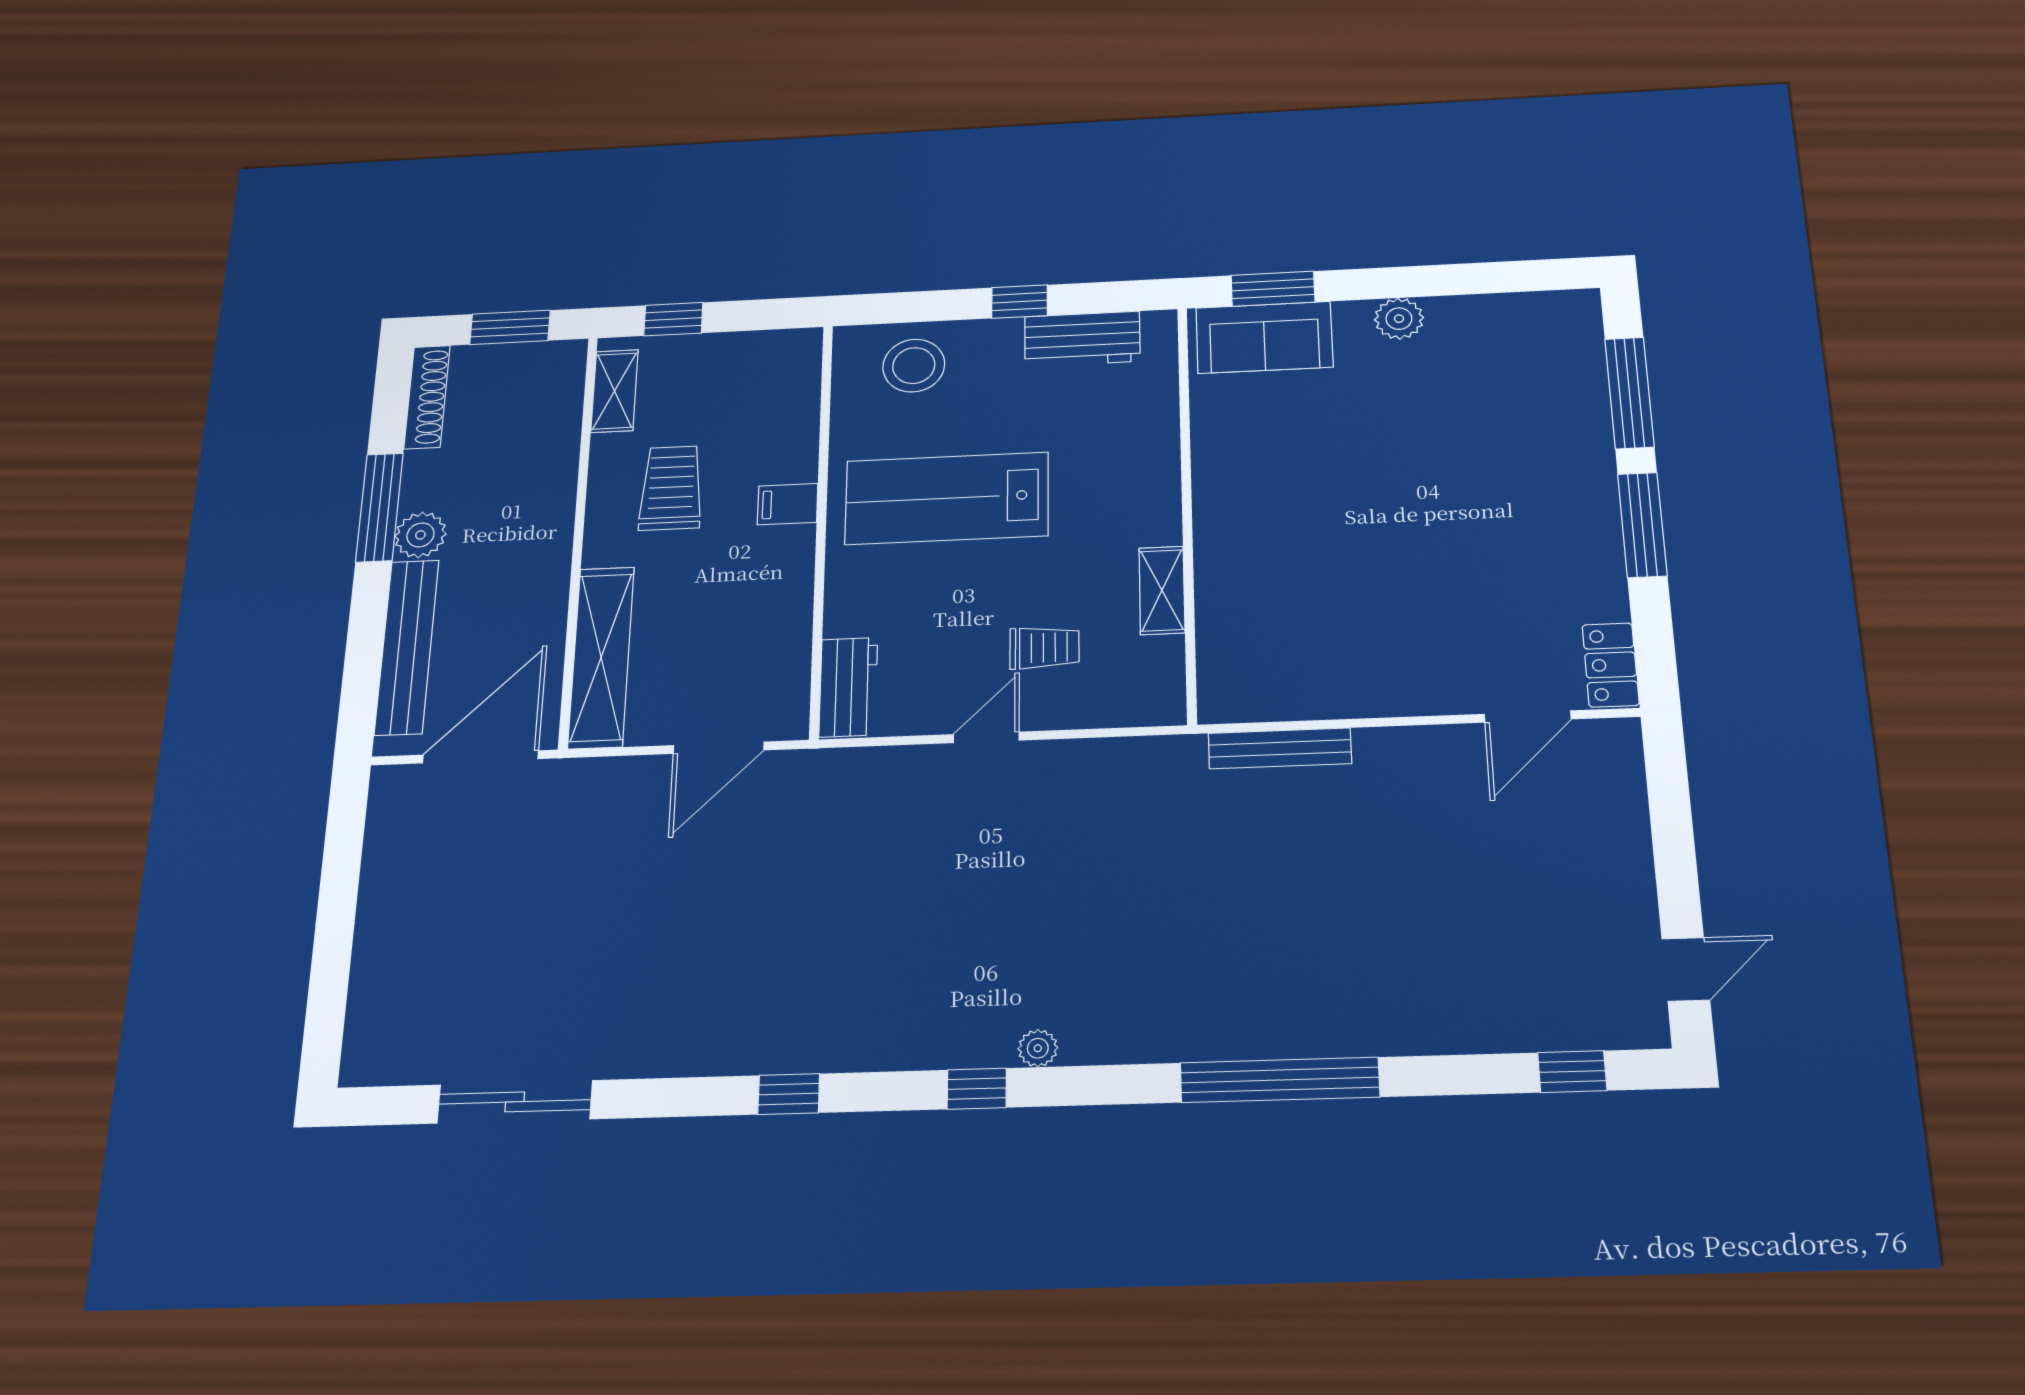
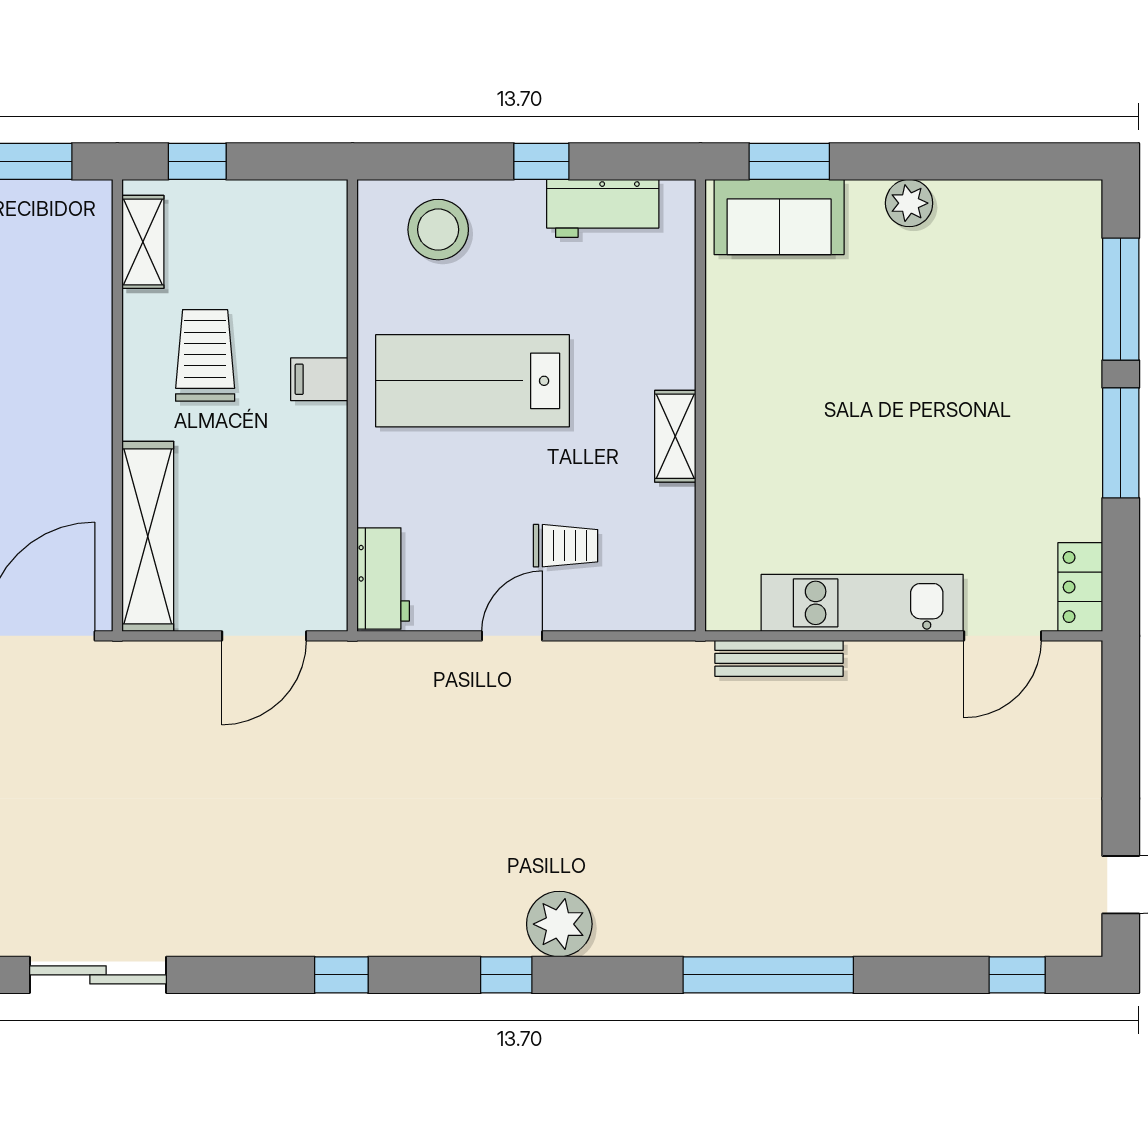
shelving: (1162, 590) -> (675, 436), moved
kitchen unit: (1369, 690) -> (862, 603), added
plant: (1038, 1048) -> (559, 924), width x1.88, depth x1.88

